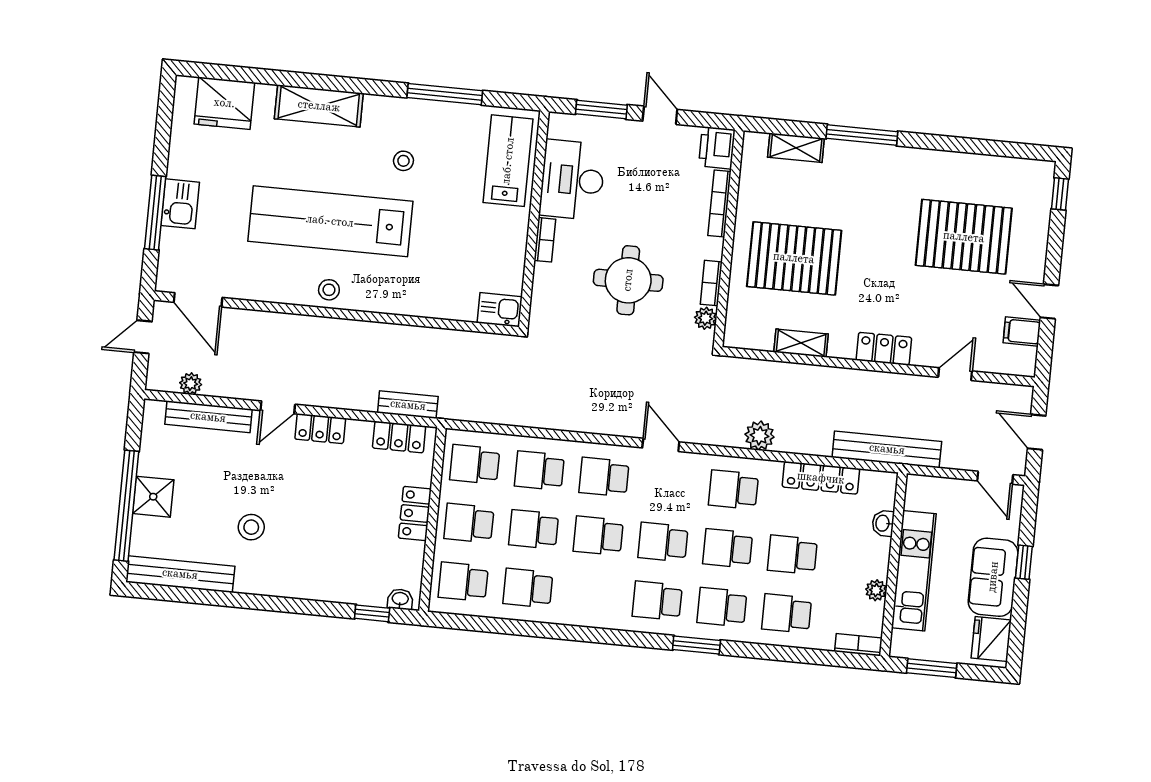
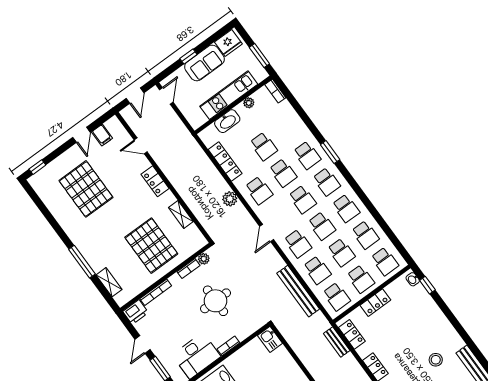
bench: (887, 449) -> (298, 291), moved
washbasin: (883, 523) -> (227, 121), width x1.91, depth x1.45
school desk: (787, 613) -> (346, 208), moved

